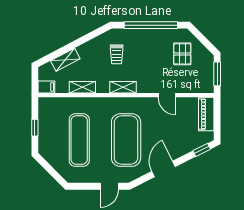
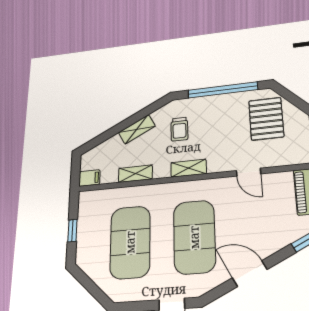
pallet: (182, 54) -> (266, 119), width x1.50, depth x1.42
shelving: (65, 60) -> (137, 129), moved
exercise mat: (79, 140) -> (130, 242), width x1.47
door: (164, 169) -> (250, 274), hinge flipped

